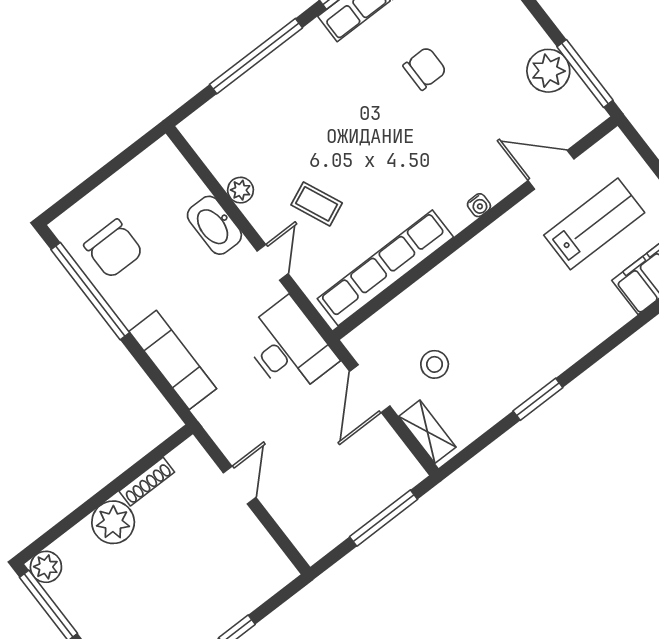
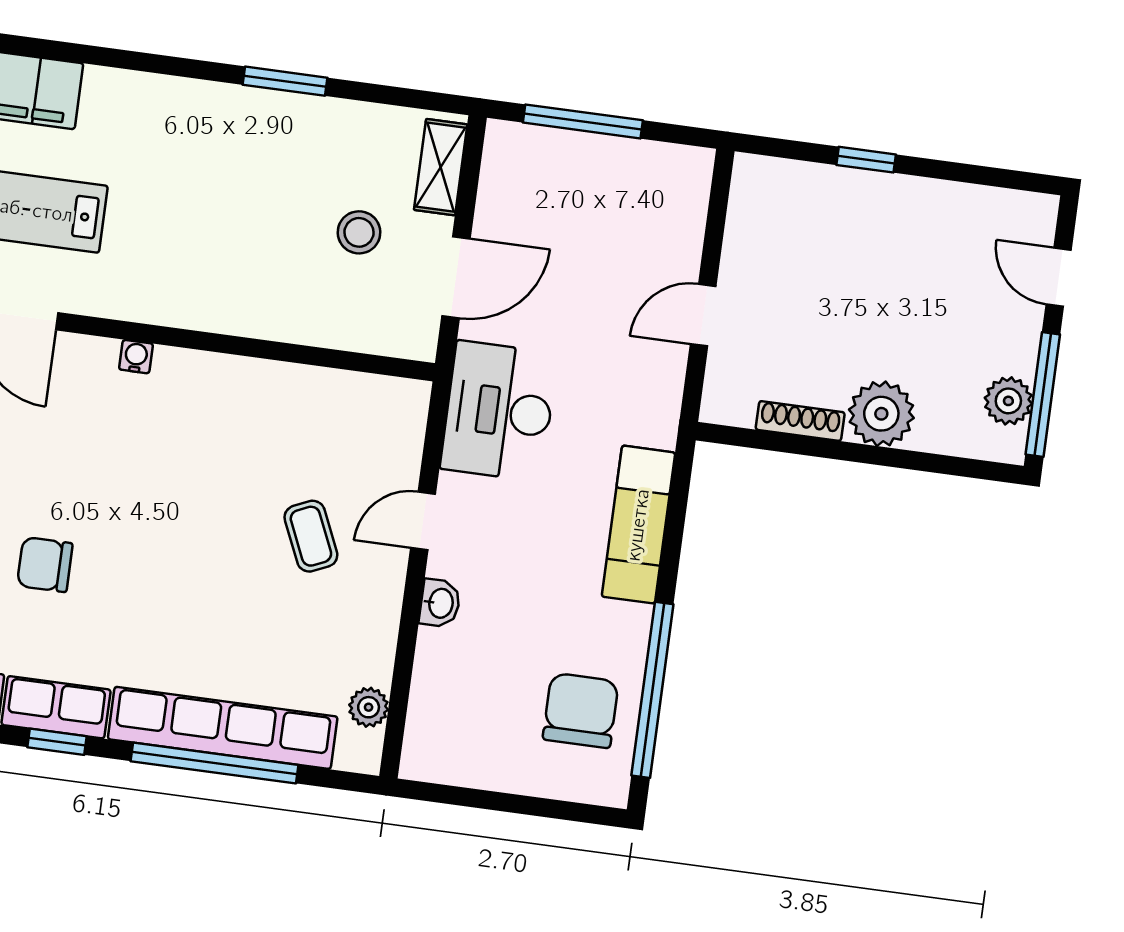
plant: (241, 190) -> (369, 707), moved
washbasin: (214, 225) -> (440, 603), width x0.52, depth x0.69
row of seats: (385, 268) -> (223, 728), moved, turned 180
plant: (46, 567) -> (1008, 401), moved

